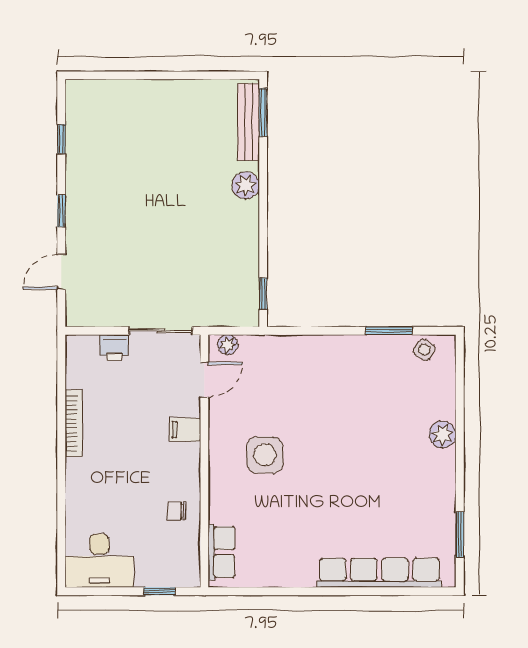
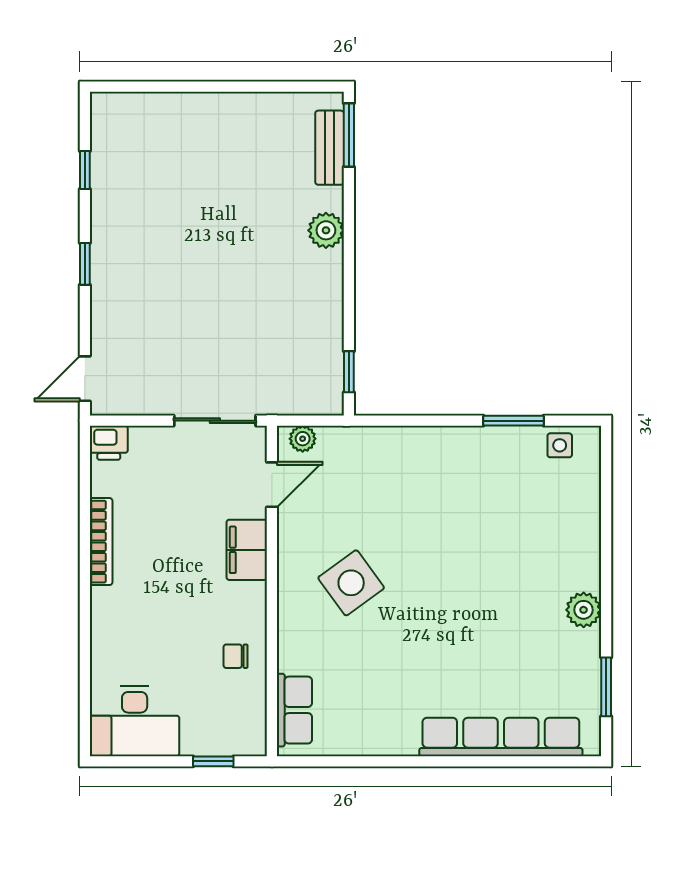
bench: (248, 122) -> (330, 148), width x0.73
door: (61, 272) -> (85, 379), moved
printer: (114, 348) -> (109, 443), moved
side table: (424, 350) -> (560, 445), turned -36
filing cabinet: (185, 430) -> (247, 550), width x2.00
plant: (443, 435) -> (584, 610), moved
side table: (265, 455) -> (351, 583), turned -36

